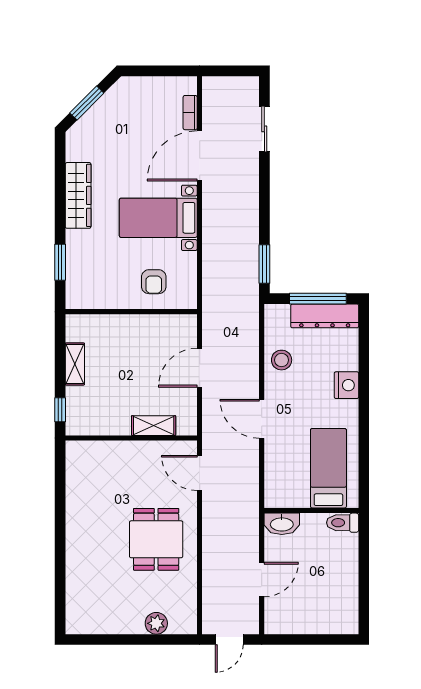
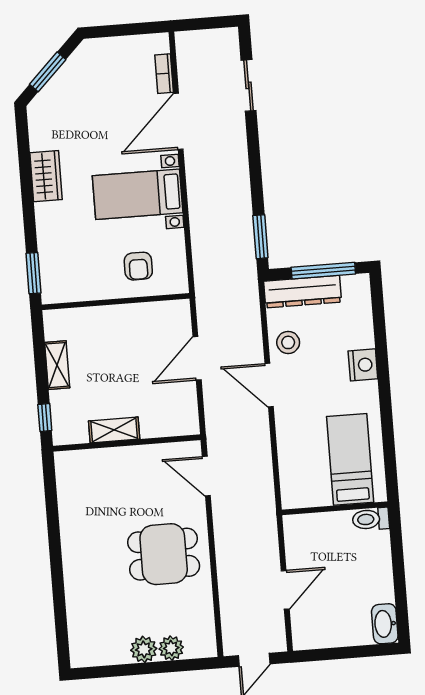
wardrobe: (78, 195) -> (46, 176), width x0.67
window: (60, 262) -> (33, 273), moved
dresser: (325, 316) -> (303, 292), moved
door: (262, 419) -> (269, 385), moved
shelving: (154, 426) -> (114, 430), moved
washbasin: (282, 524) -> (385, 624), moved, turned 90
dining table: (156, 539) -> (164, 554), turned 90
plant: (132, 623) -> (144, 649), added

